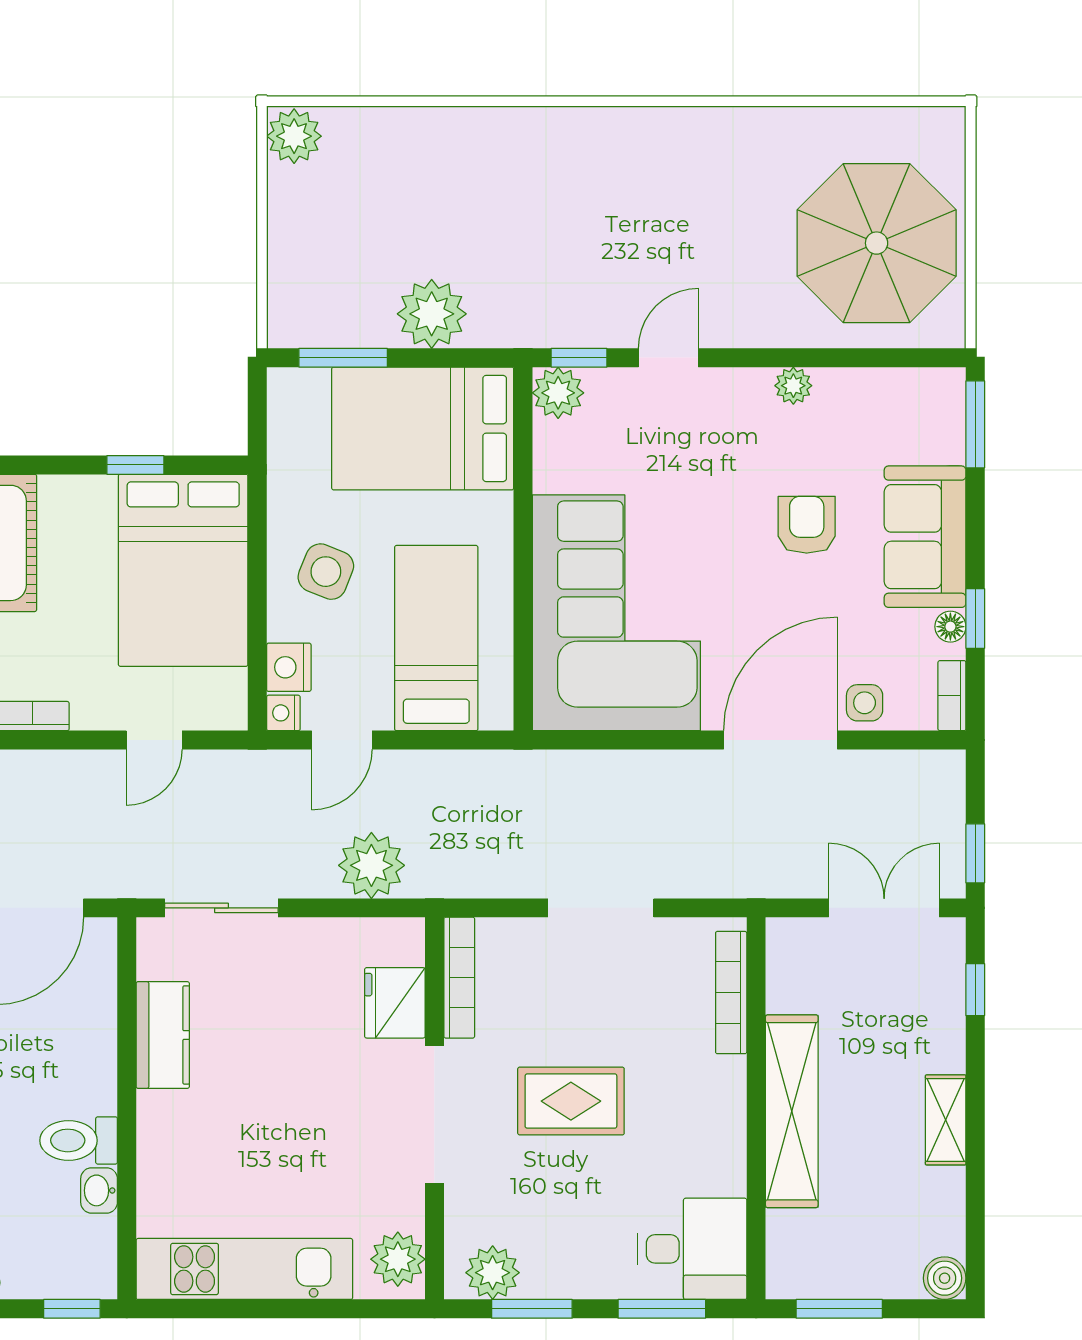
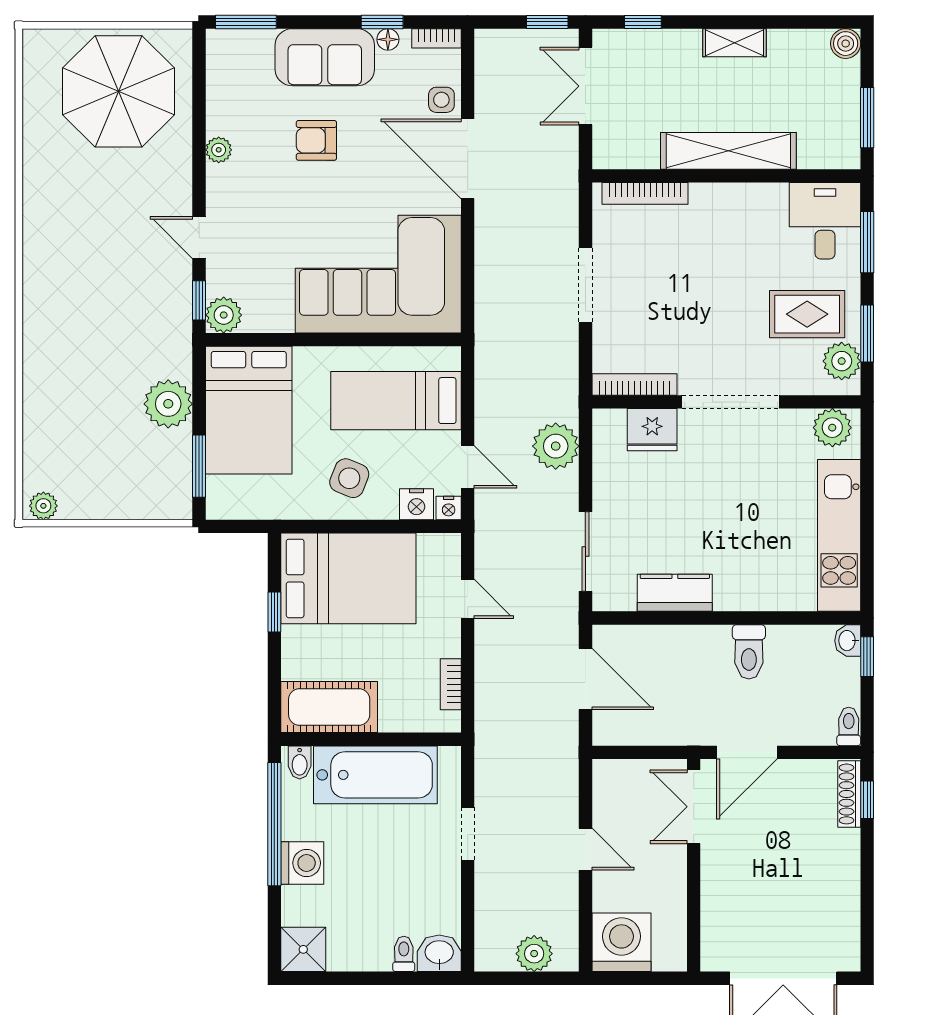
plant: (294, 136) -> (43, 506), width x0.73, depth x0.73
rug: (571, 1101) -> (807, 314), moved, turned 90
washbasin: (99, 1190) -> (848, 641), moved, turned 90

